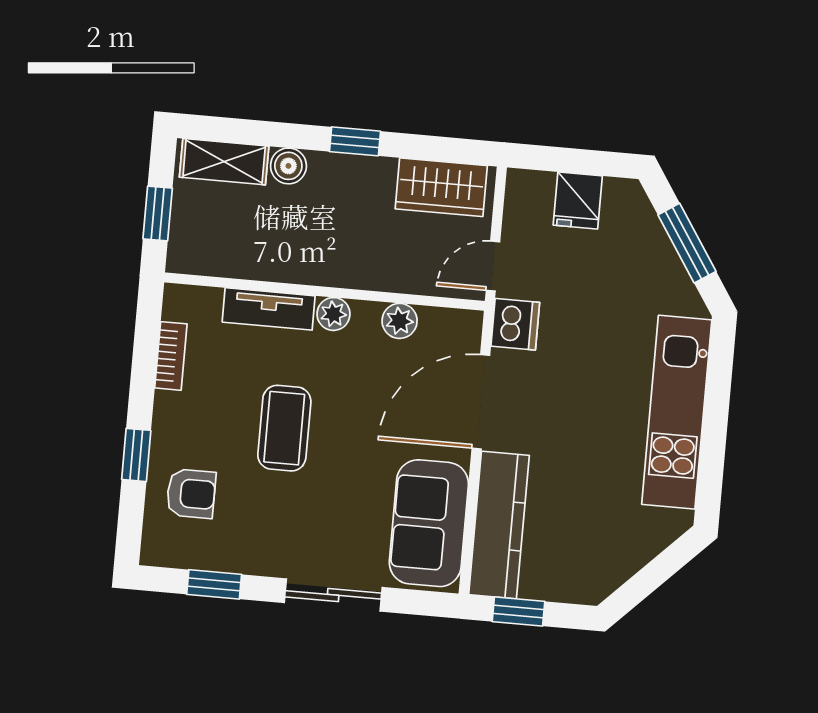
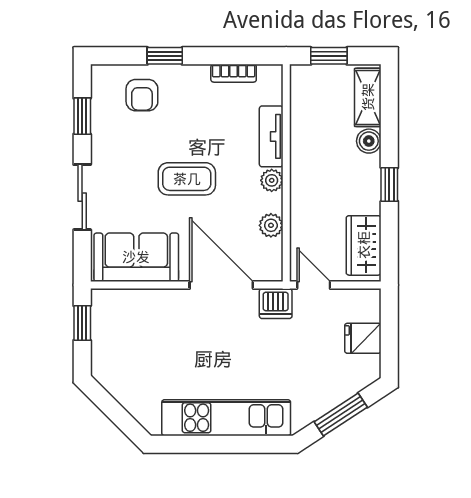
coffee table: (284, 428) -> (187, 179), moved
kitchen counter: (499, 525) -> (139, 305), removed

